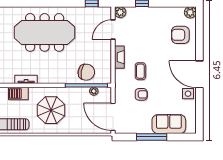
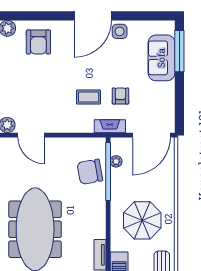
fireplace: (119, 57) -> (110, 126), moved
chair: (86, 72) -> (90, 172), turned -110
window: (152, 137) -> (179, 51), moved

